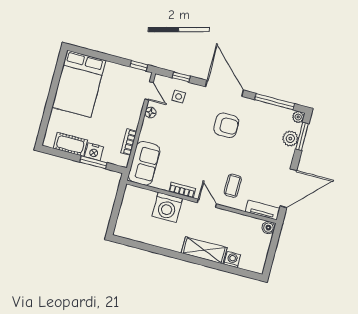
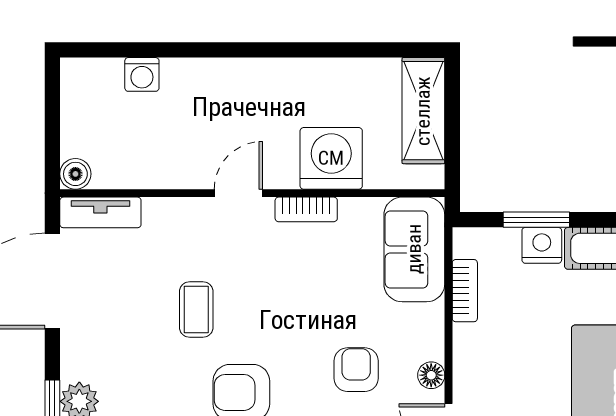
armchair: (179, 122) -> (356, 370), added
coffee table: (233, 186) -> (196, 310), moved
door: (207, 203) -> (238, 193), swing flipped
shelving: (204, 250) -> (423, 111), moved, turned 90

